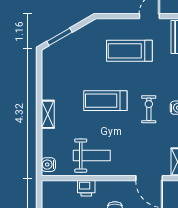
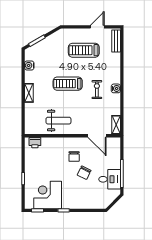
water cooler: (48, 165) -> (29, 65), moved
printer: (86, 188) -> (35, 143), moved

